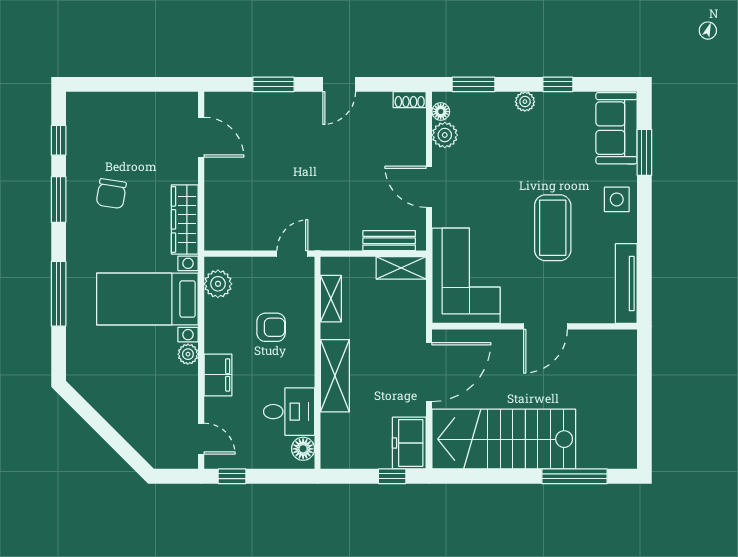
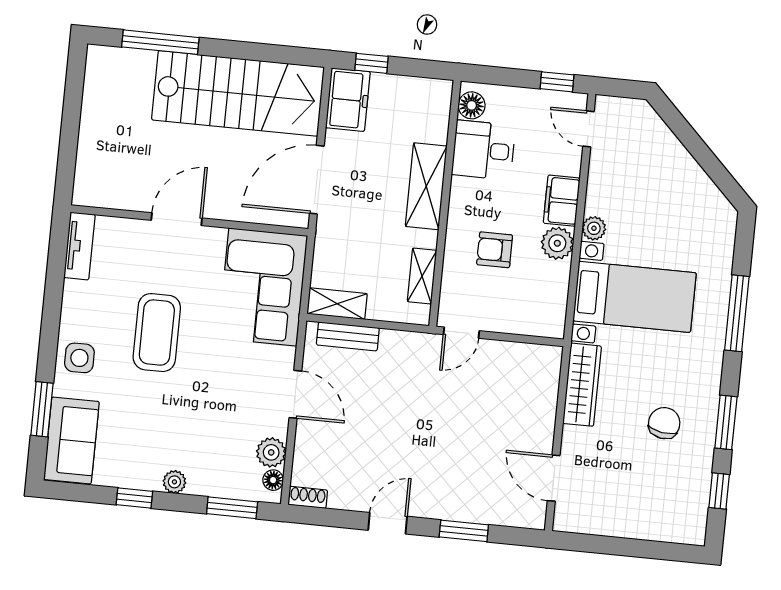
plant: (218, 284) -> (557, 243), moved
tv unit: (626, 284) -> (79, 246), width x0.71

